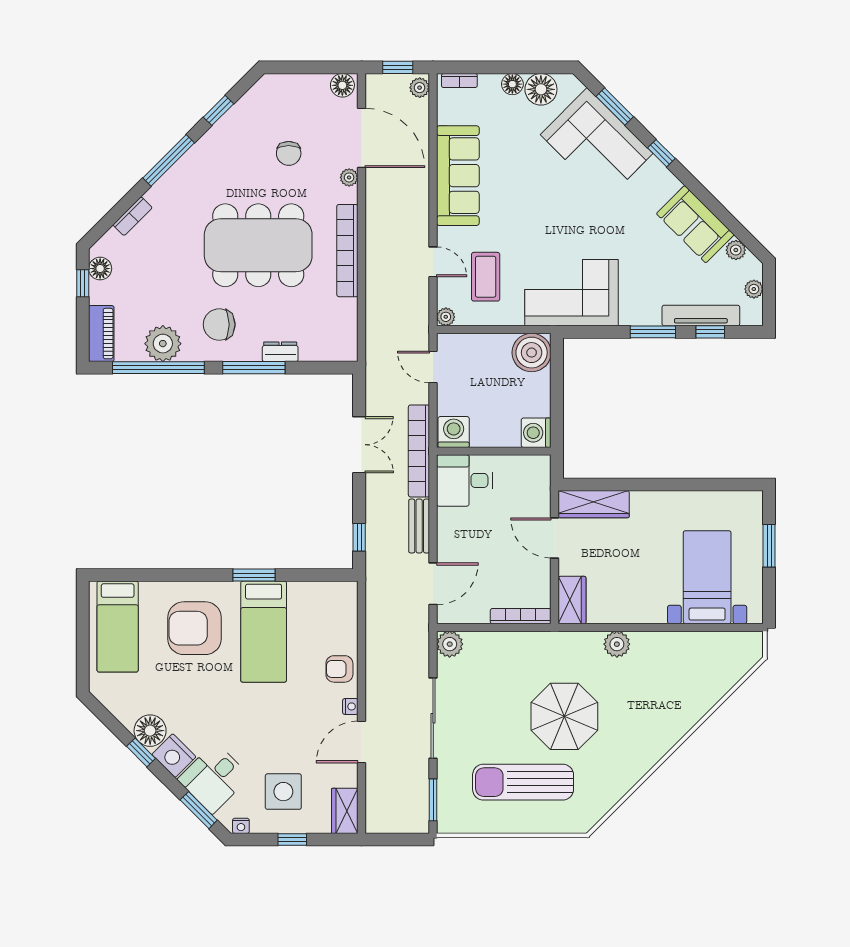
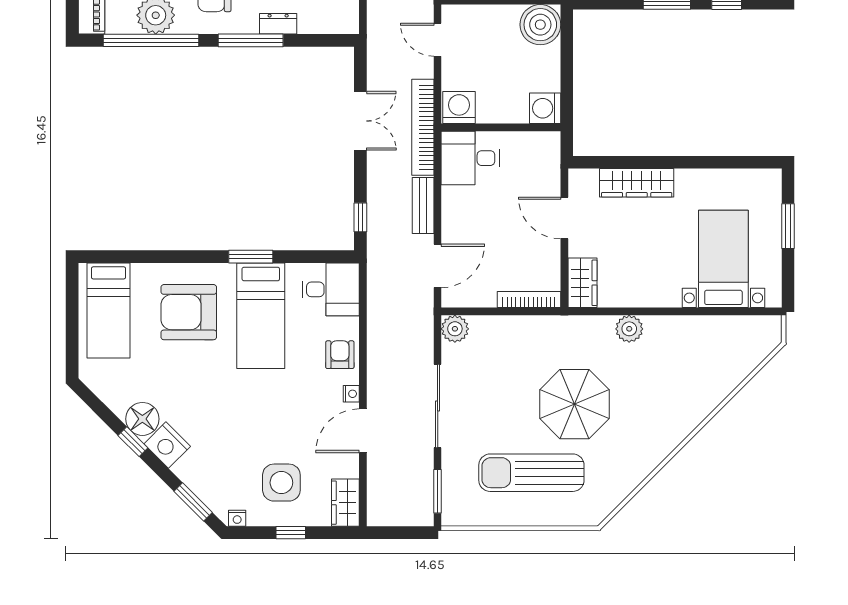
wardrobe: (594, 504) -> (637, 183), moved
armchair: (339, 669) -> (340, 355), turned 90
desk: (214, 778) -> (331, 289), moved, turned -135

